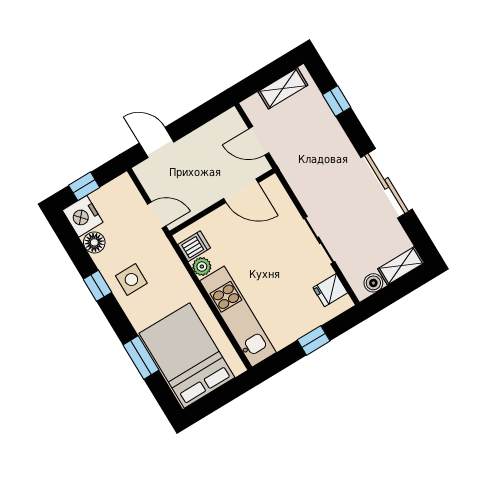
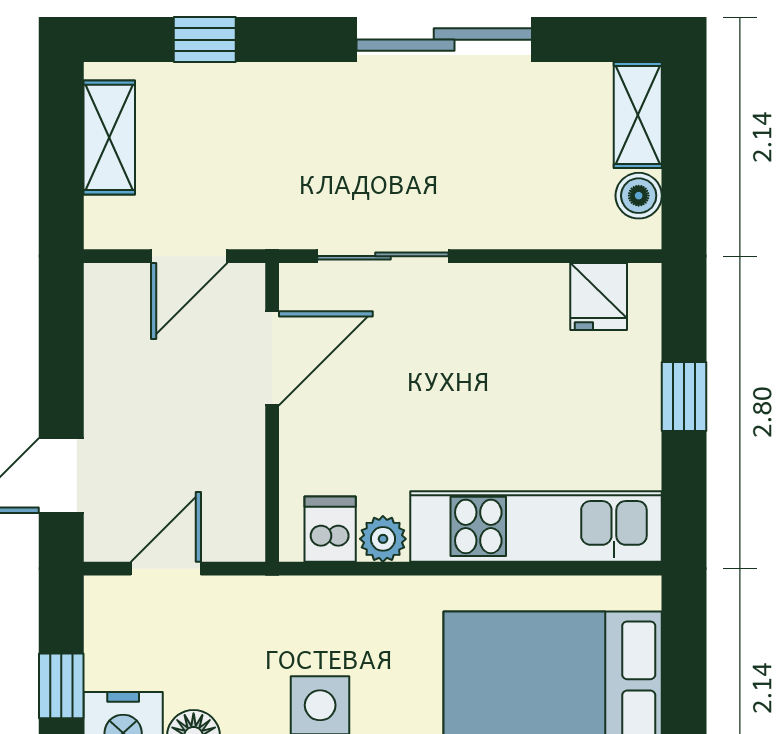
door: (157, 215) -> (166, 569), moved
sliding door: (319, 240) -> (383, 256), moved

